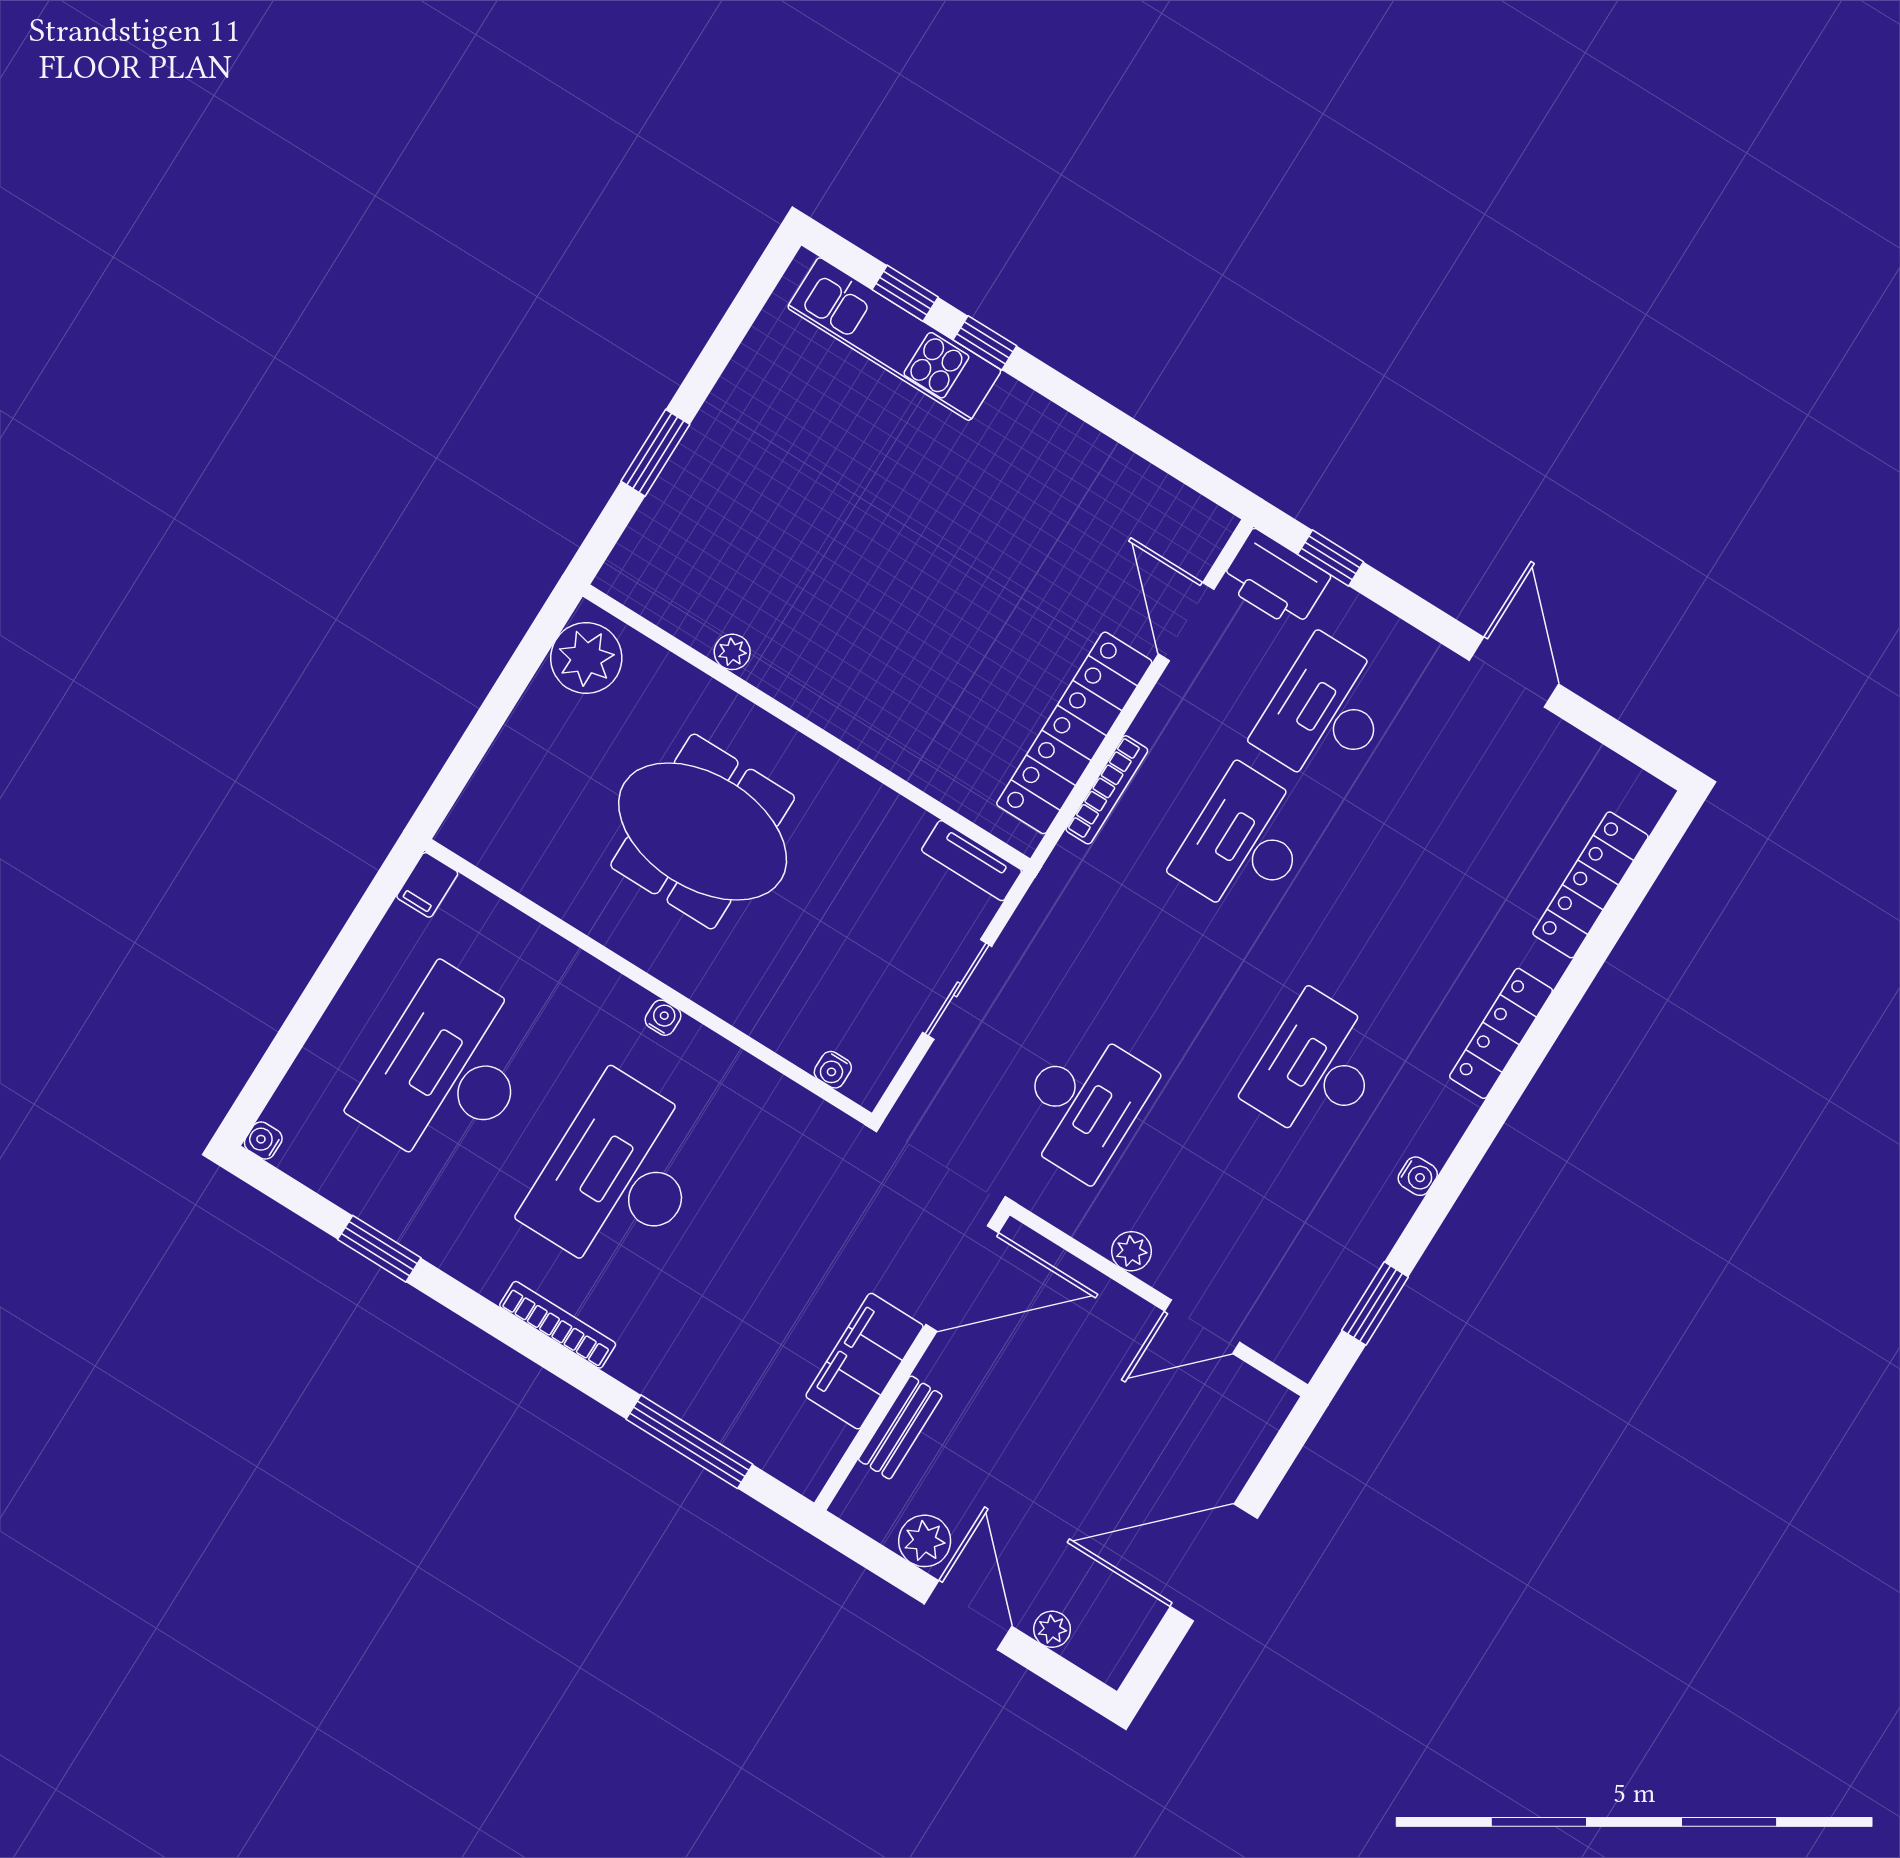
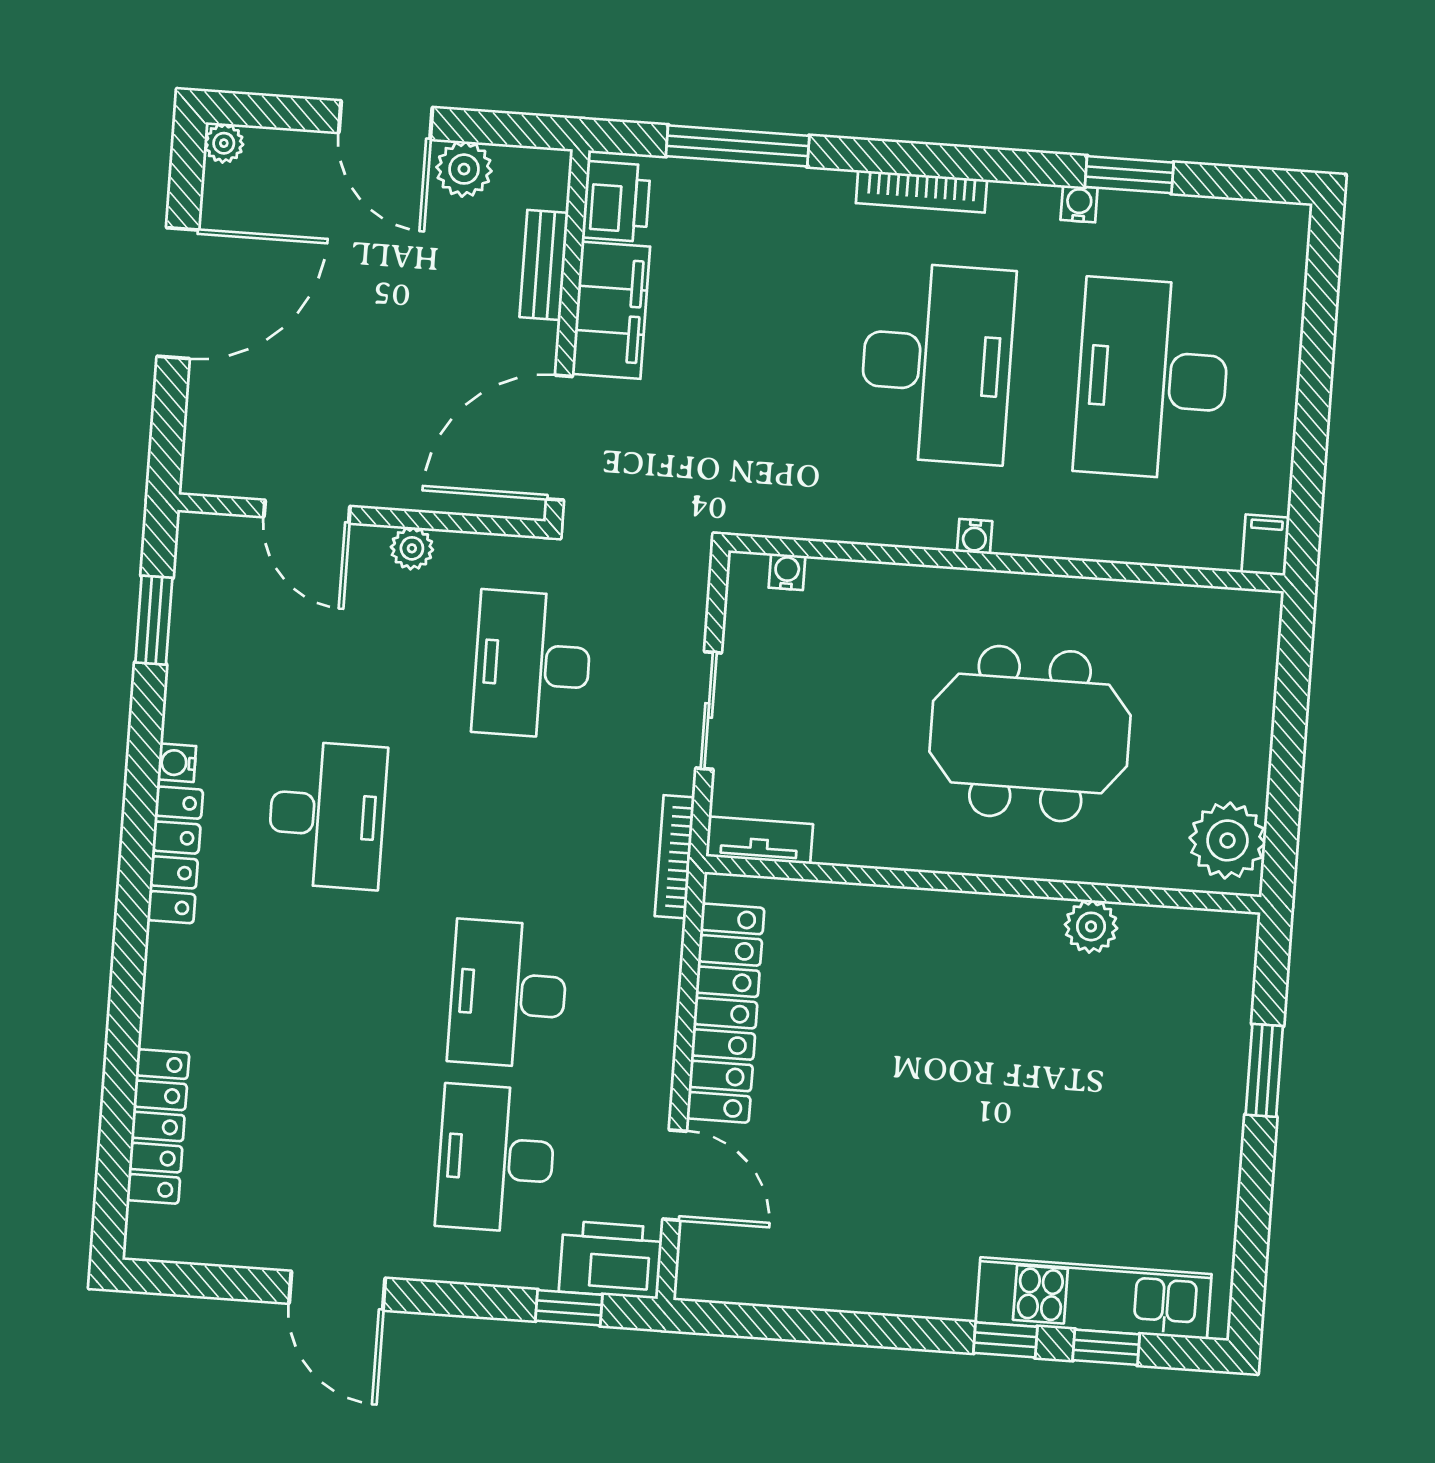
plant: (732, 652) -> (1091, 926), width x1.38, depth x1.38
desk: (1326, 712) -> (496, 1158), turned 180
bookcase: (1107, 790) -> (675, 857), moved
desk: (1245, 843) -> (508, 994), turned 180
locker: (1501, 1033) -> (175, 855), moved
desk: (448, 1070) -> (1152, 379), turned 180
water cooler: (263, 1141) -> (1079, 204), moved, turned -90
door: (1202, 1327) -> (307, 512), swing flipped
printer: (813, 1448) -> (616, 201), added
plant: (1052, 1629) -> (224, 143), moved

